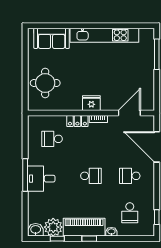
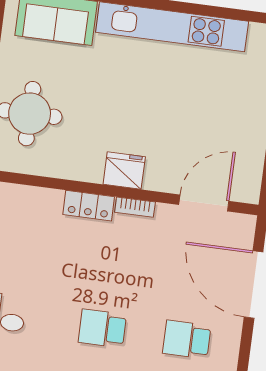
school desk: (52, 139) -> (28, 237), removed
school desk: (91, 176) -> (102, 328), turned 180

